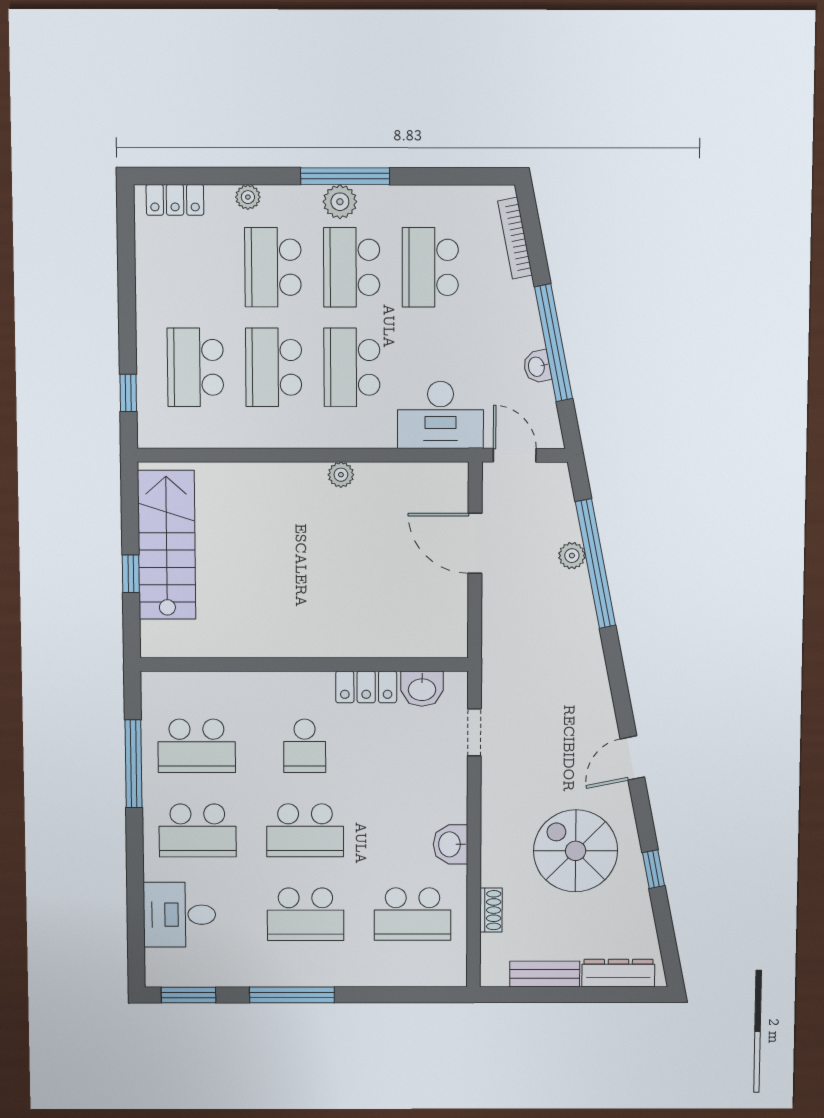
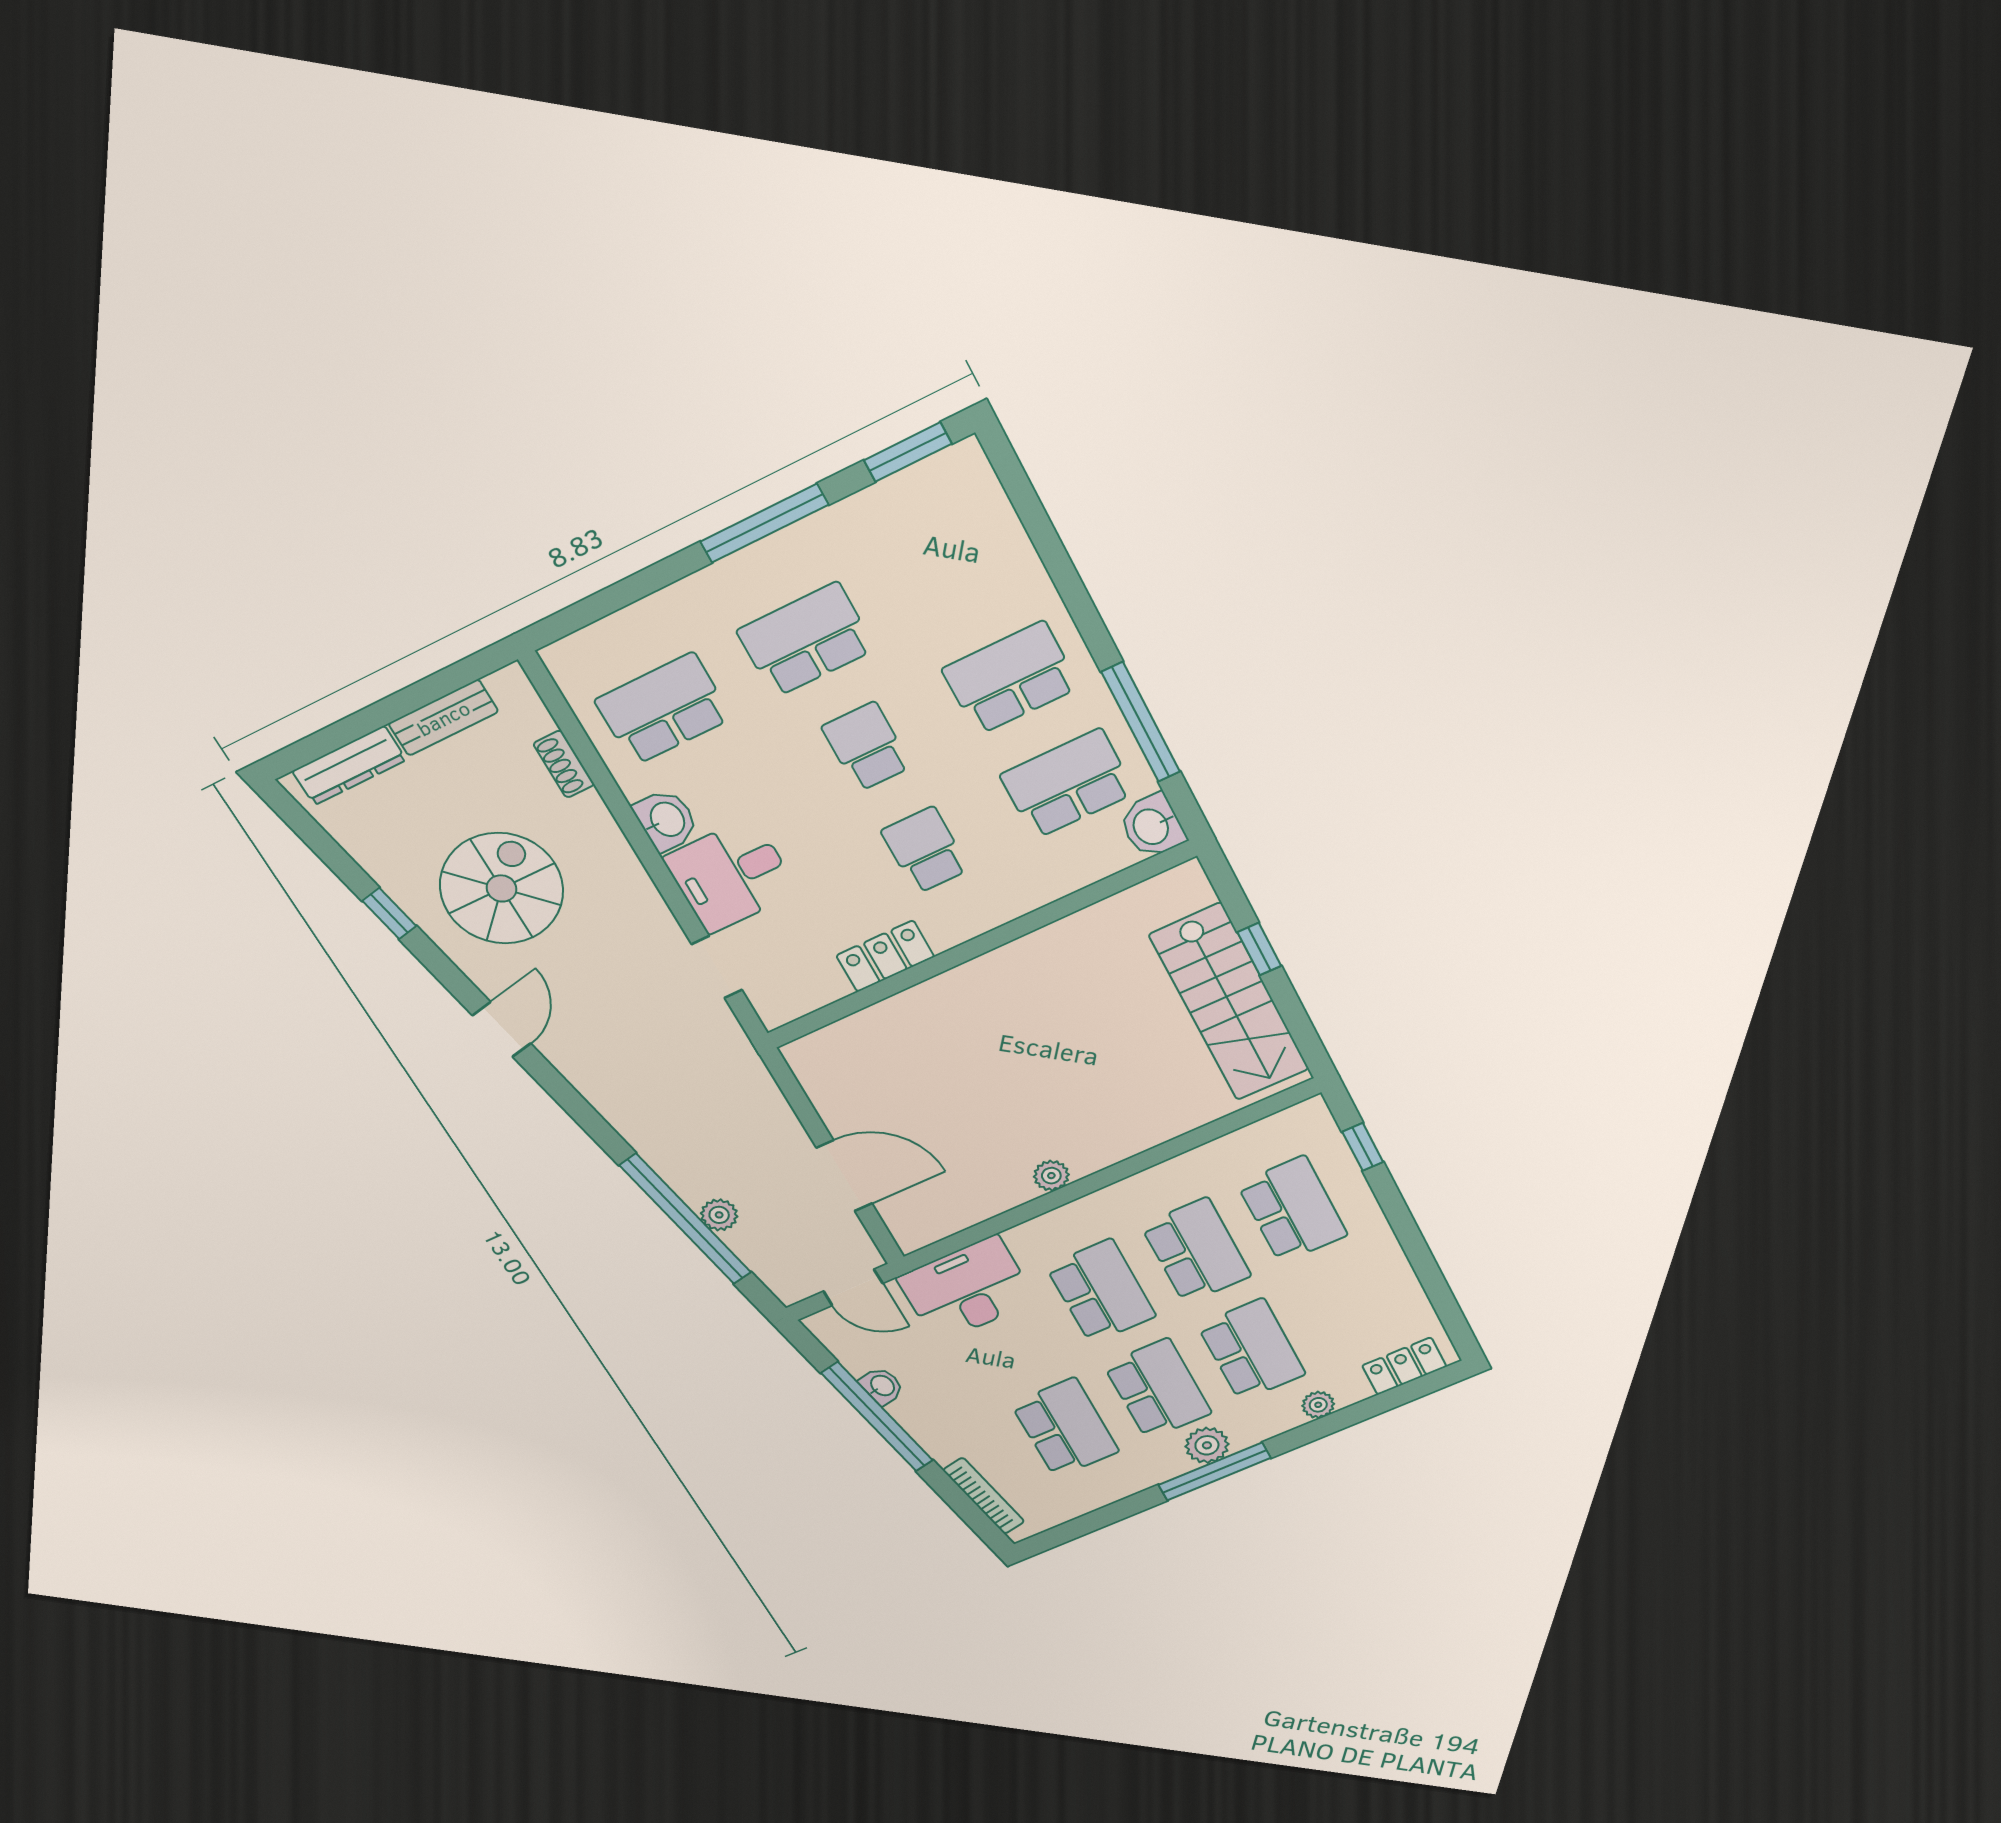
washbasin: (422, 689) -> (1152, 826), moved, turned -90
school desk: (305, 830) -> (867, 747), width x0.54
spiral stairs: (576, 851) -> (501, 888), turned -90
desk: (179, 915) -> (731, 875), moved, turned 180

